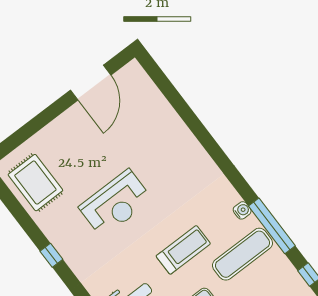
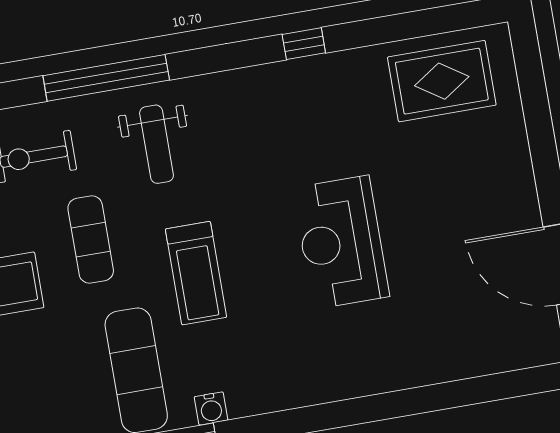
reception desk: (116, 203) -> (341, 242), moved

